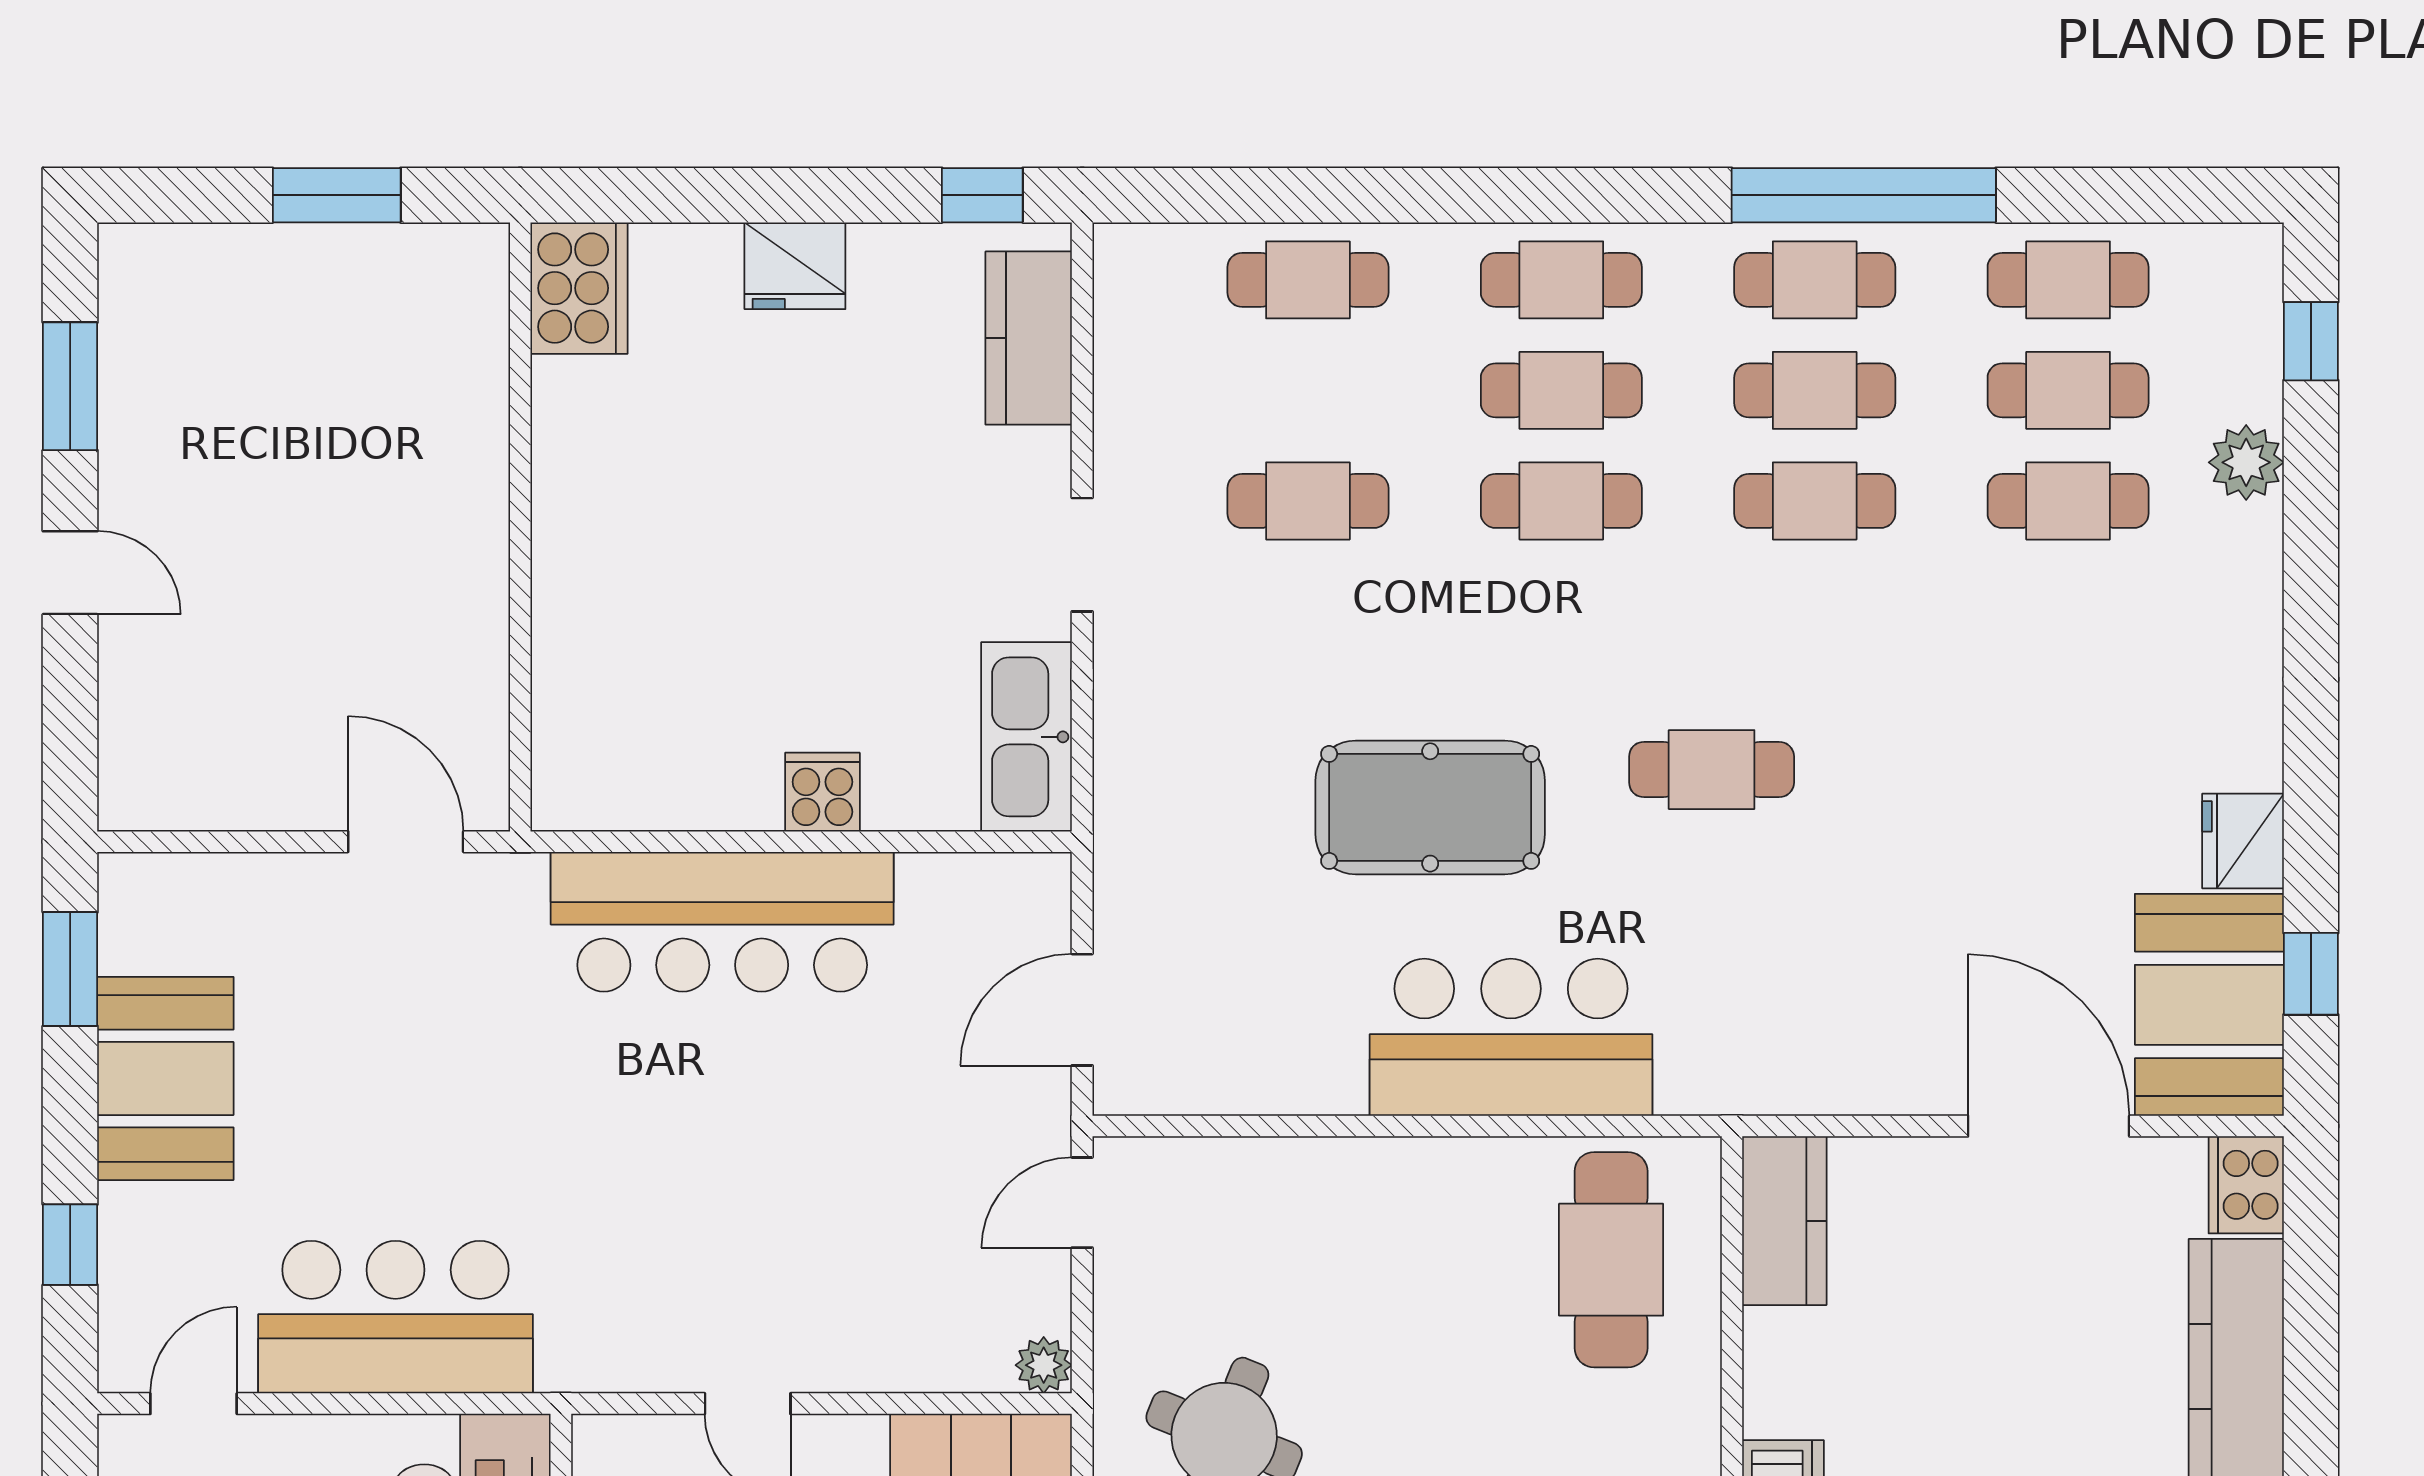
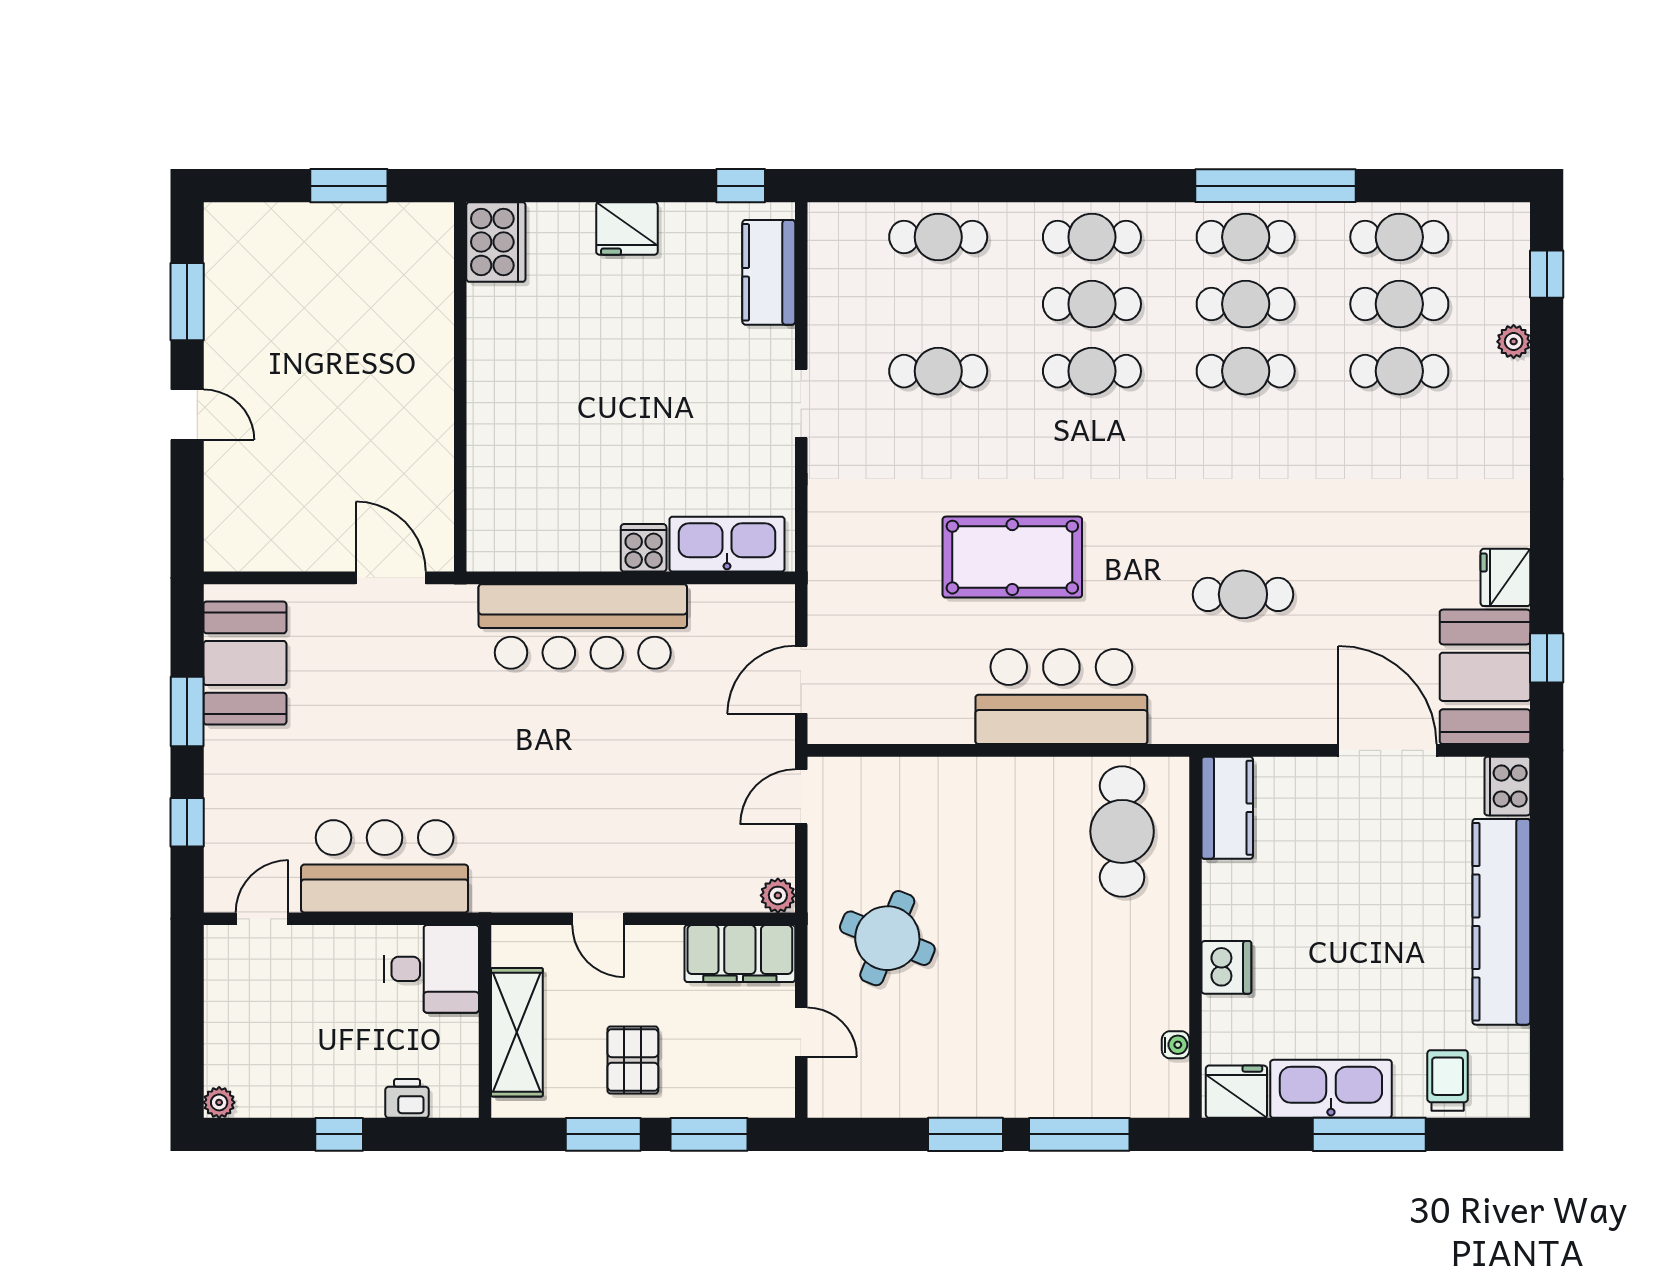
plant: (2246, 462) -> (1514, 342), width x0.73, depth x0.73
kitchen sink: (1027, 737) -> (727, 544), moved, turned 90
cafe table: (1712, 770) -> (1243, 594), moved
window: (70, 969) -> (187, 711), moved
booth: (165, 1078) -> (245, 663), moved

